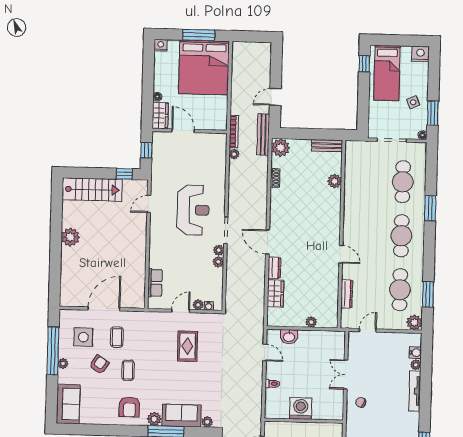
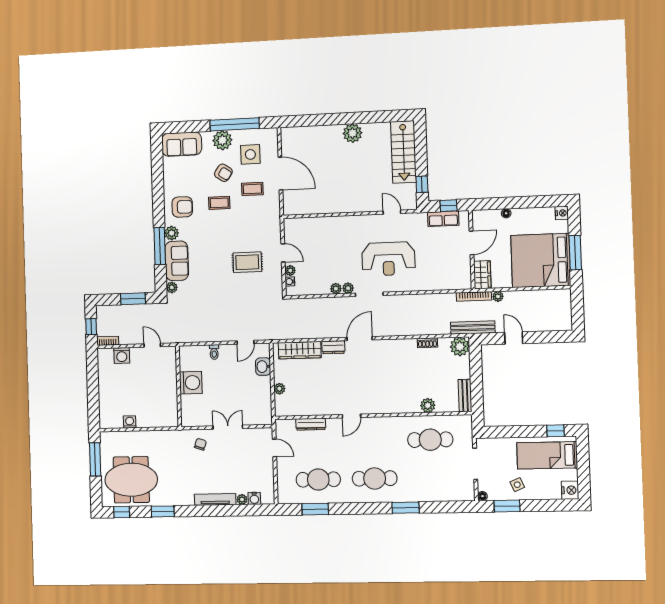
wardrobe: (160, 115) -> (482, 275), moved, turned -90
plant: (234, 154) -> (498, 296), moved
cafe table: (403, 182) -> (430, 440), moved
row of seats: (155, 283) -> (443, 219), moved
wardrobe: (275, 293) -> (300, 350), width x1.50
plant: (414, 322) -> (285, 496), removed
plant: (63, 364) -> (222, 140), width x1.88, depth x1.88
armchair: (129, 407) -> (182, 207), turned 180

